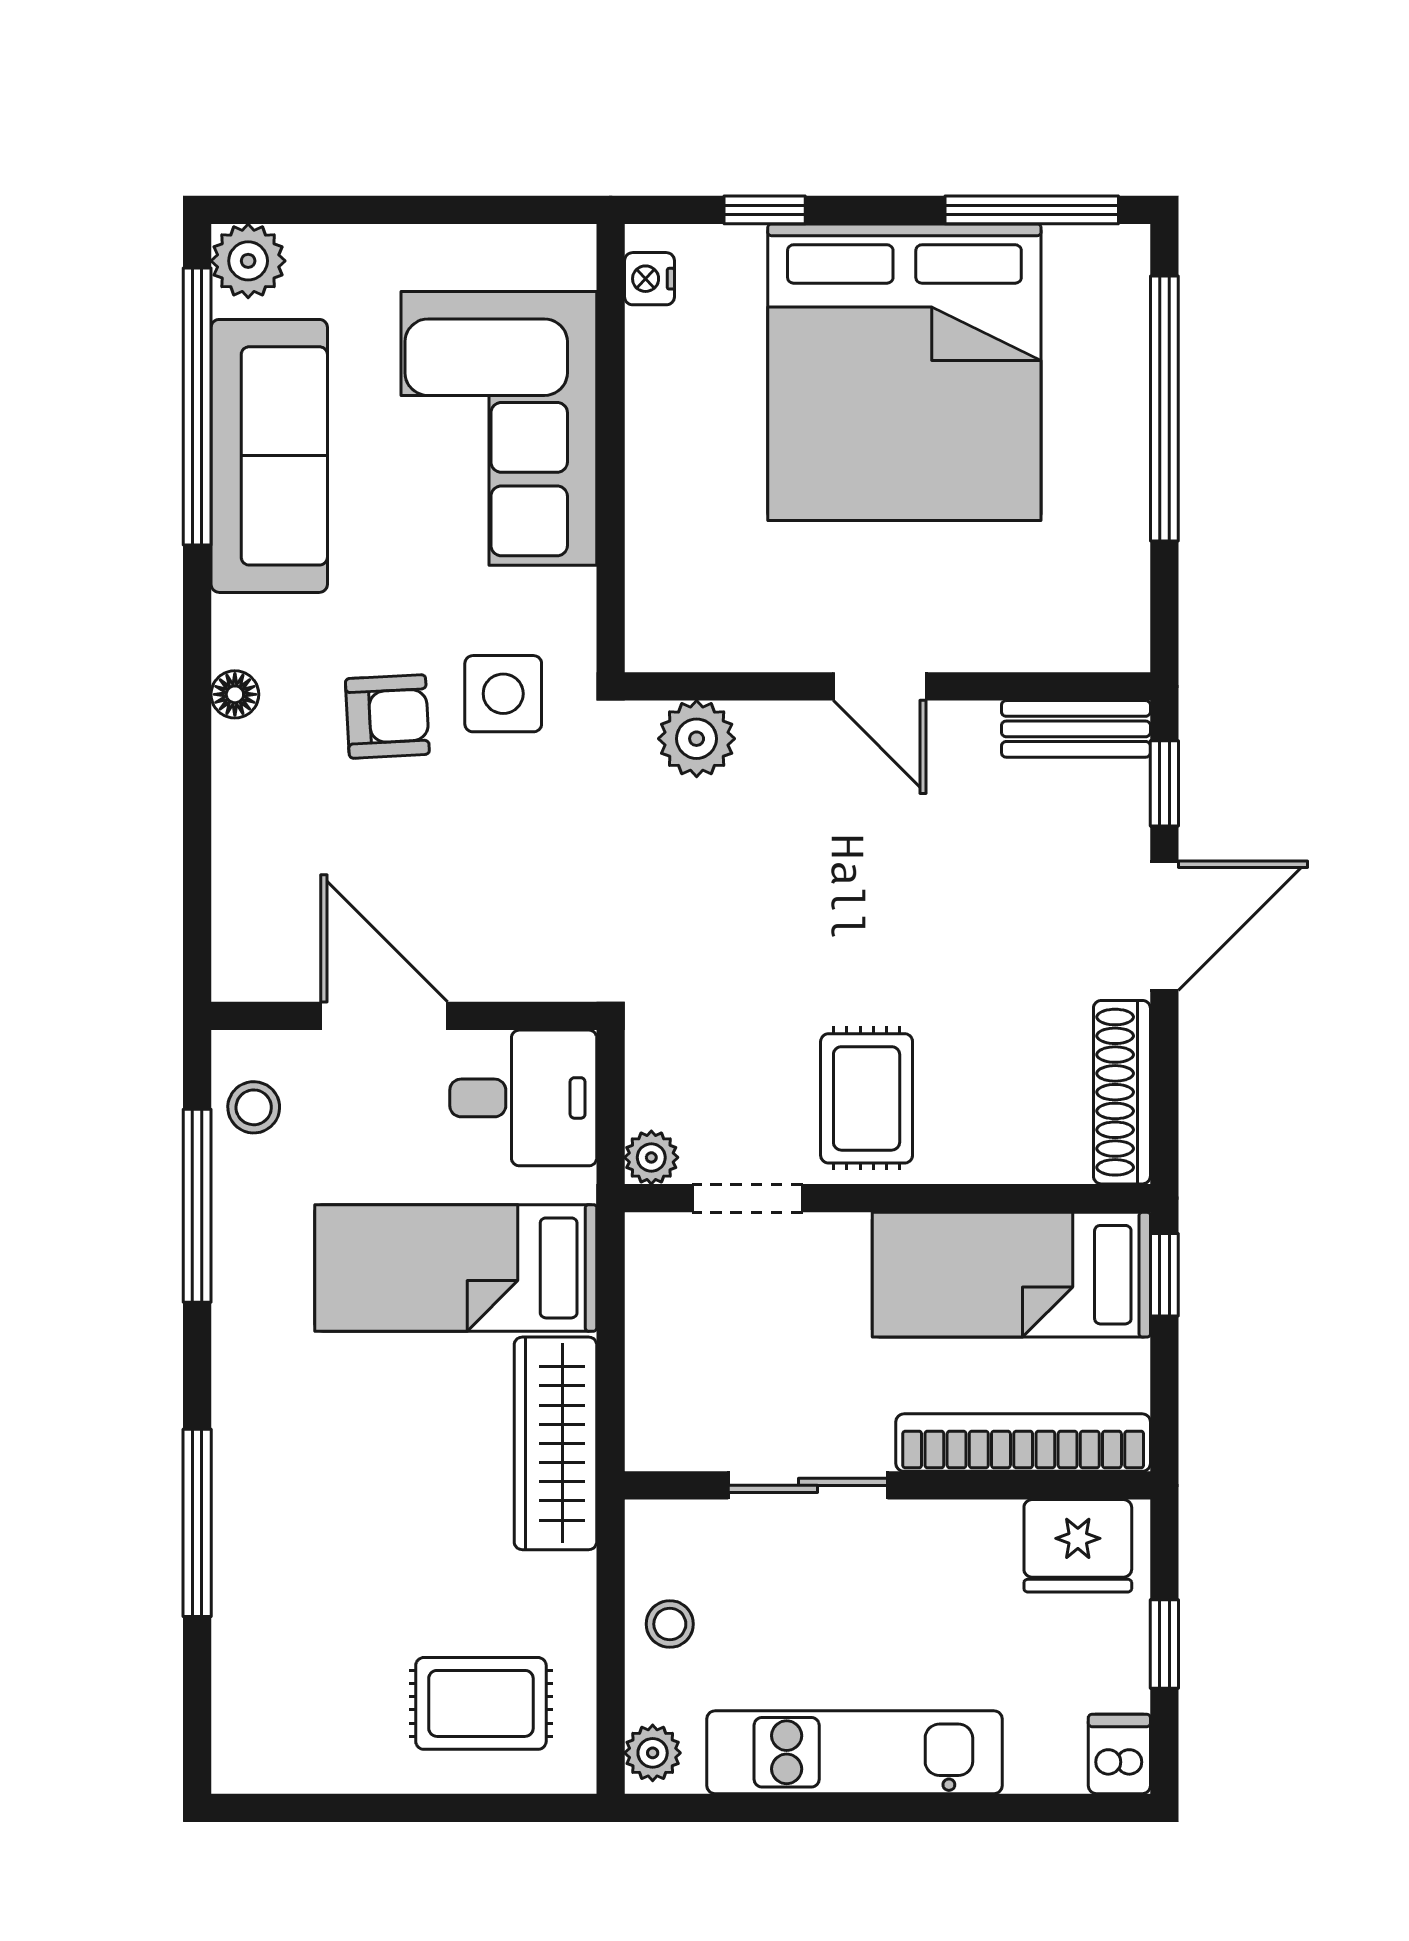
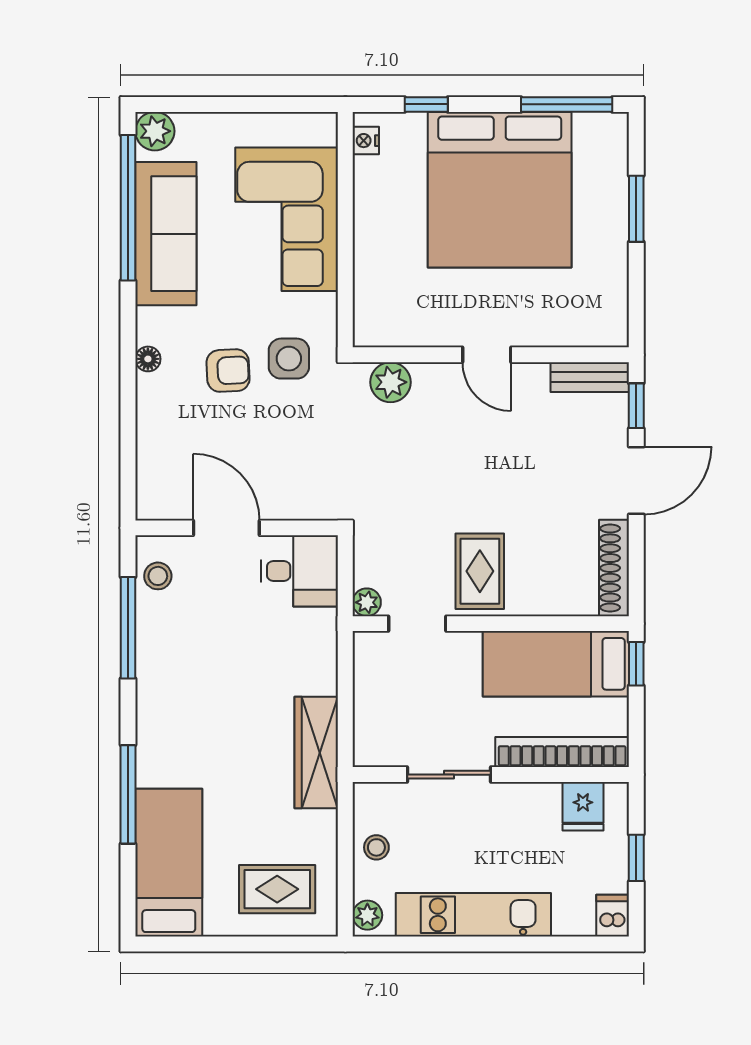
window: (1164, 408) -> (636, 209), width x0.47
bed: (456, 1268) -> (169, 863), moved, turned 90
fridge: (1078, 1546) -> (583, 806), width x0.72

